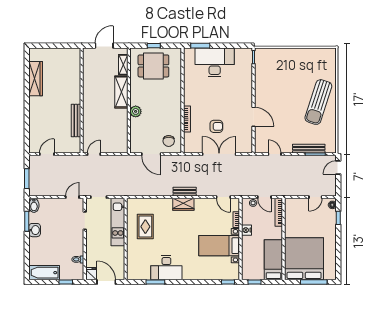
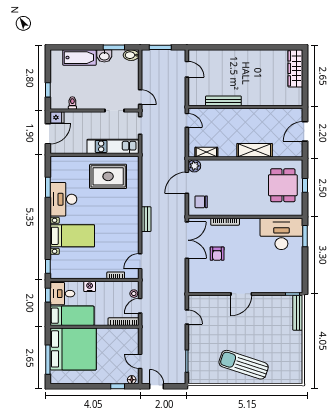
door: (104, 46) -> (305, 131), swing flipped
desk: (215, 62) -> (281, 234), moved, turned -90
shelving: (123, 65) -> (206, 152), moved
wardrobe: (36, 79) -> (295, 68), moved, turned 90
plant: (136, 111) -> (194, 166), moved
door: (253, 117) -> (241, 294), moved
bench: (309, 149) -> (298, 313), moved
double door: (219, 154) -> (187, 240), moved
door: (275, 154) -> (187, 317), hinge flipped
door: (338, 167) -> (157, 386), moved
wardrobe: (183, 204) -> (132, 218), removed
rug: (145, 227) -> (108, 176), width x1.36, depth x1.43
nightstand: (247, 230) -> (90, 286), moved
bed with nightstands: (219, 246) -> (72, 236), moved, turned 90
desk: (253, 269) -> (62, 294), added
bathtub: (44, 273) -> (79, 58), moved, turned 90

